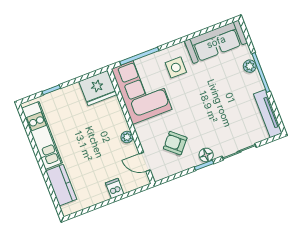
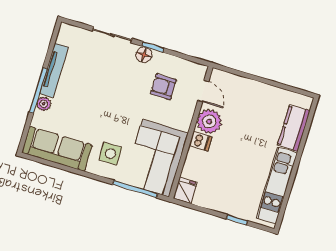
fridge: (98, 88) -> (185, 190), width x0.53, depth x0.75
tv unit: (268, 114) -> (54, 70), moved
plant: (127, 137) -> (209, 121), width x1.87, depth x1.87
armchair: (175, 143) -> (163, 87), turned 139
dishwasher: (115, 188) -> (200, 141), moved, turned -90

